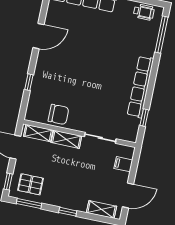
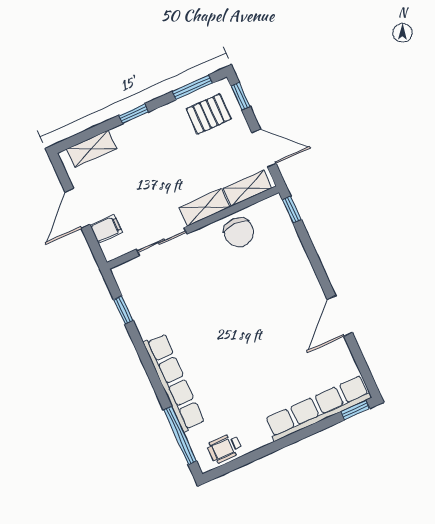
window: (29, 82) -> (292, 210), moved
row of seats: (140, 87) -> (174, 382), moved
chair: (58, 114) -> (239, 232), turned -90
door: (128, 196) -> (77, 208), moved

